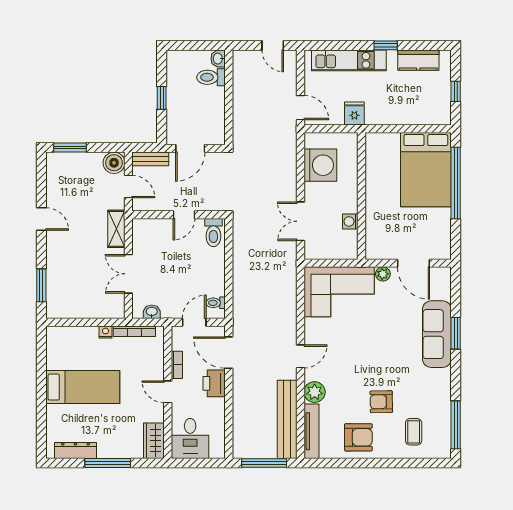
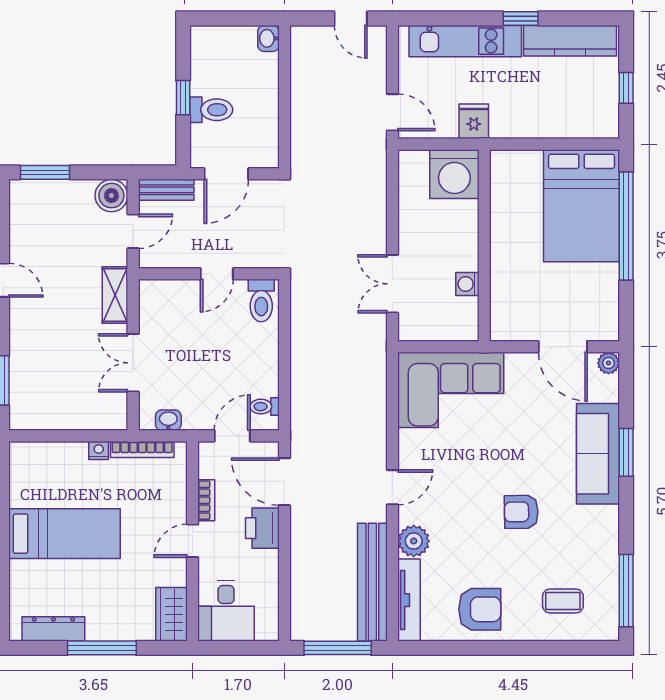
kitchen counter: (418, 60) -> (570, 41), width x1.50
toilet: (211, 77) -> (211, 110), moved, turned 180
washing machine: (320, 165) -> (454, 174), moved, turned 90
door: (128, 187) -> (133, 231), hinge flipped
plant: (383, 274) -> (609, 363), moved
door: (168, 392) -> (193, 541), hinge flipped
armchair: (381, 402) -> (521, 512), moved
coffee table: (414, 432) -> (563, 601), turned 90

